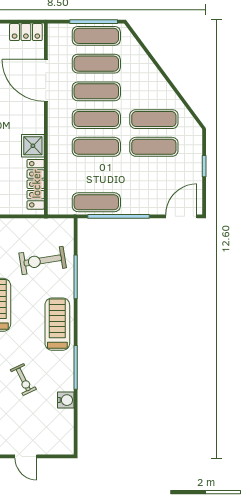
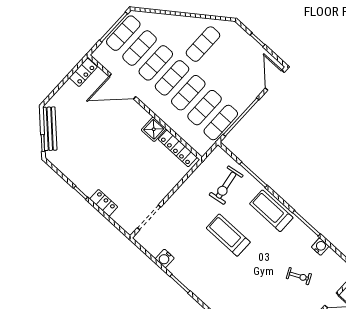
exercise mat: (154, 147) -> (205, 108), moved
exercise bike: (23, 380) -> (299, 276), moved

